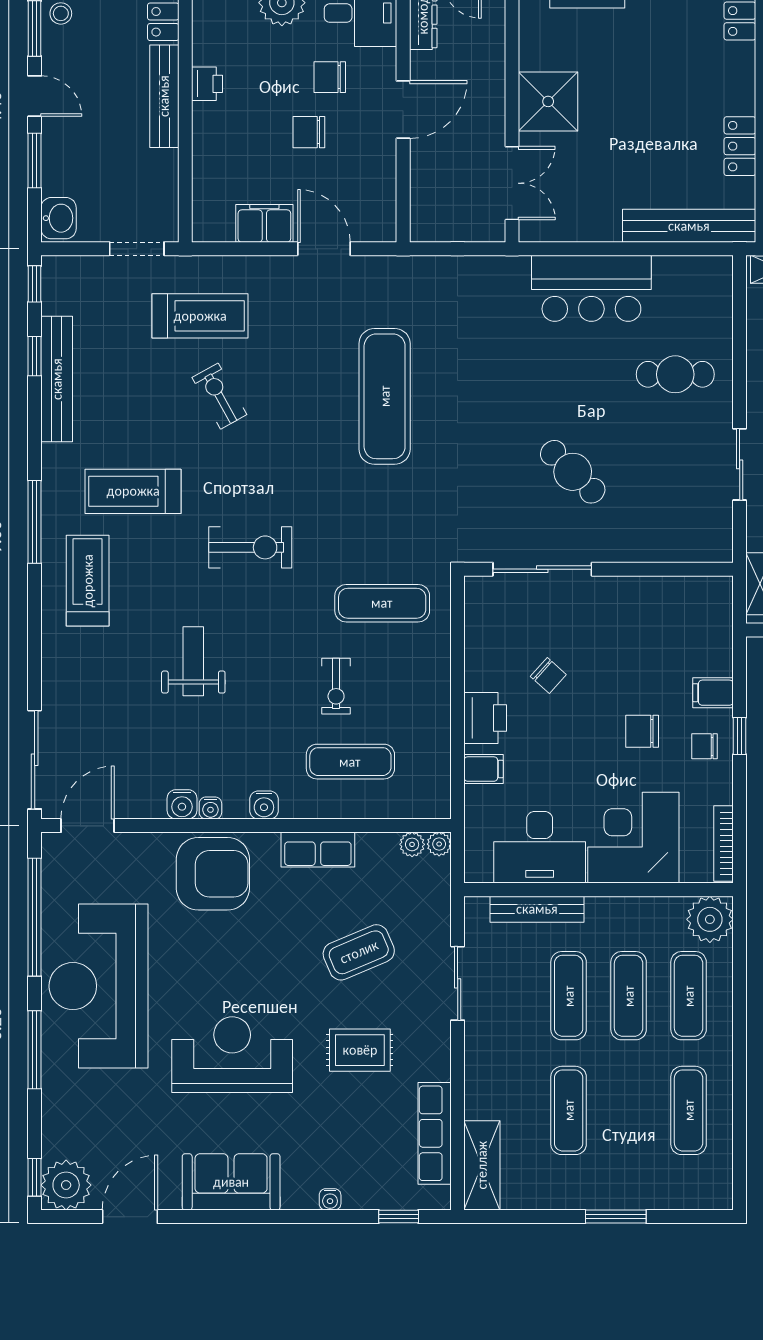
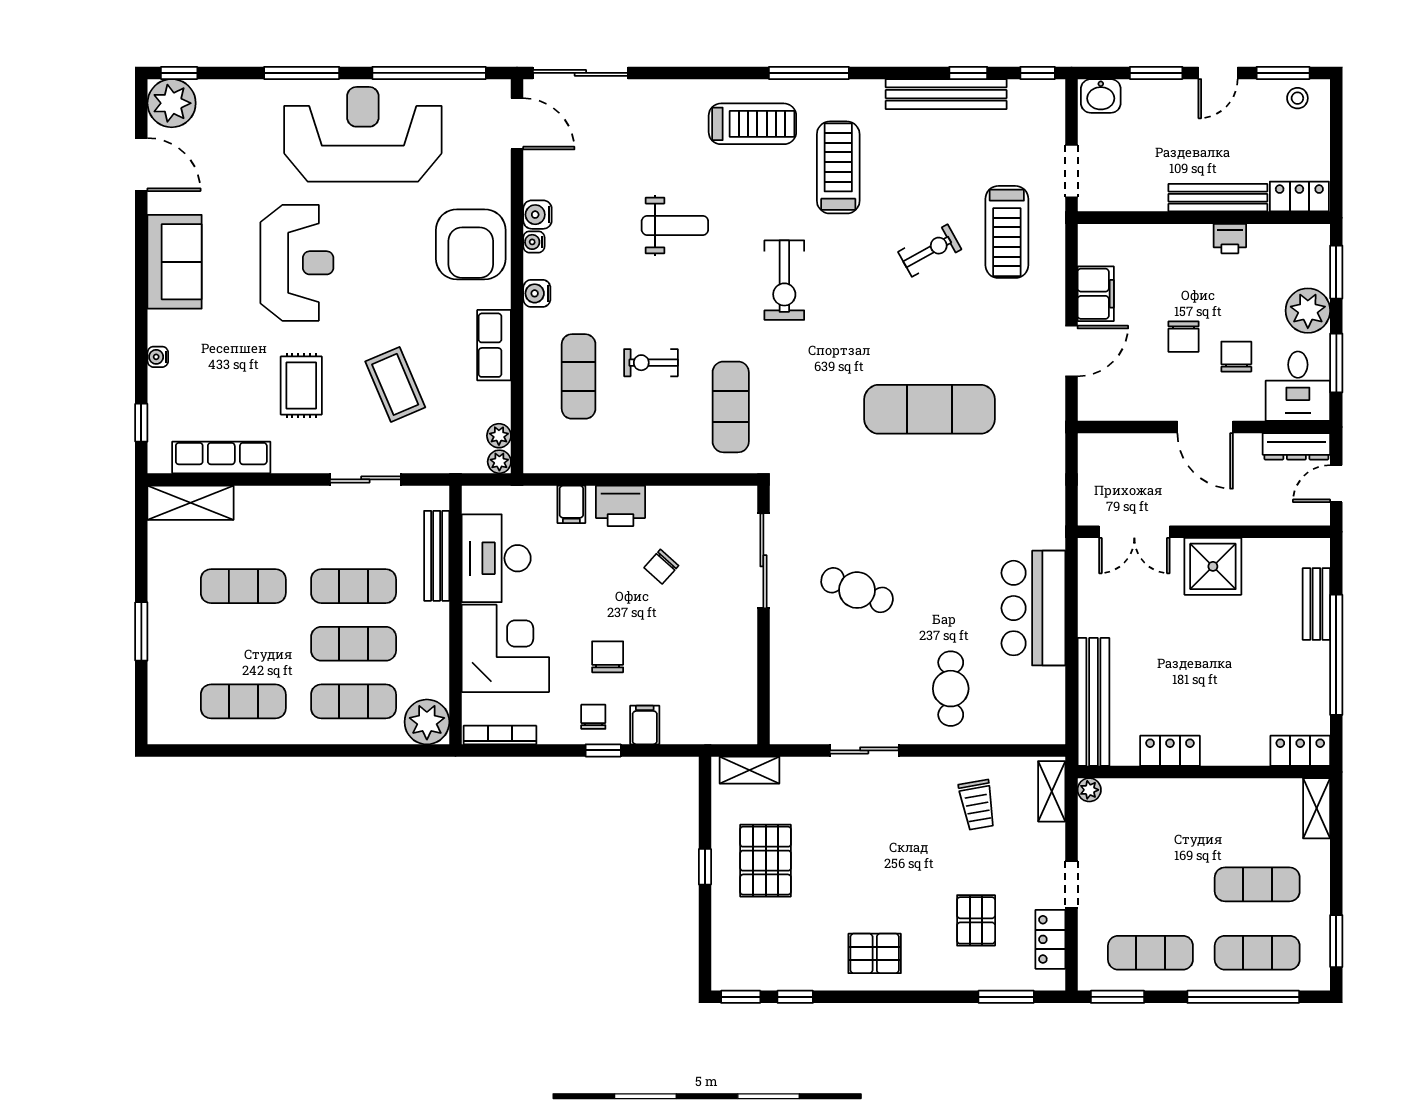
chair: (309, 132) -> (1183, 337), turned 180
cafe table: (573, 472) -> (857, 590), turned 68

